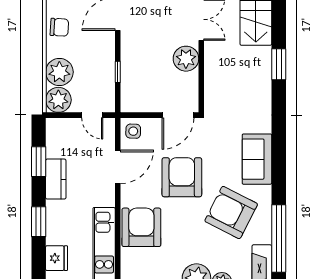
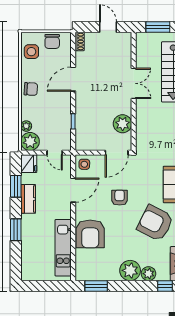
plant: (186, 59) -> (123, 124), moved
plant: (59, 72) -> (26, 126), width x0.53, depth x0.53
armchair: (182, 177) -> (120, 198), width x0.53, depth x0.53
armchair: (141, 227) -> (90, 234), turned 180
fridge: (57, 258) -> (29, 164), moved

